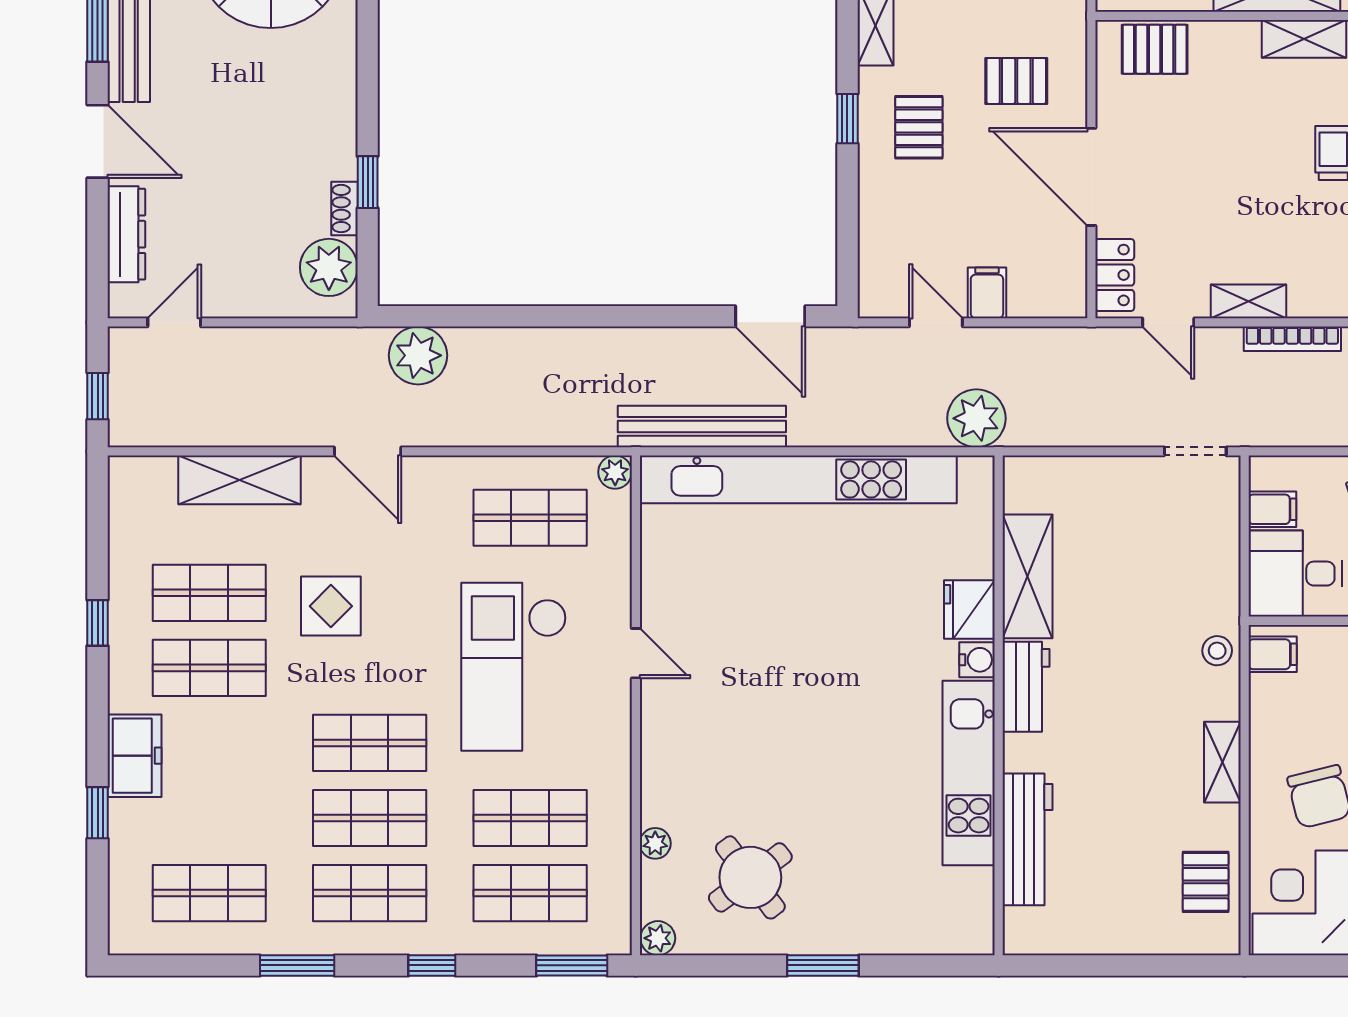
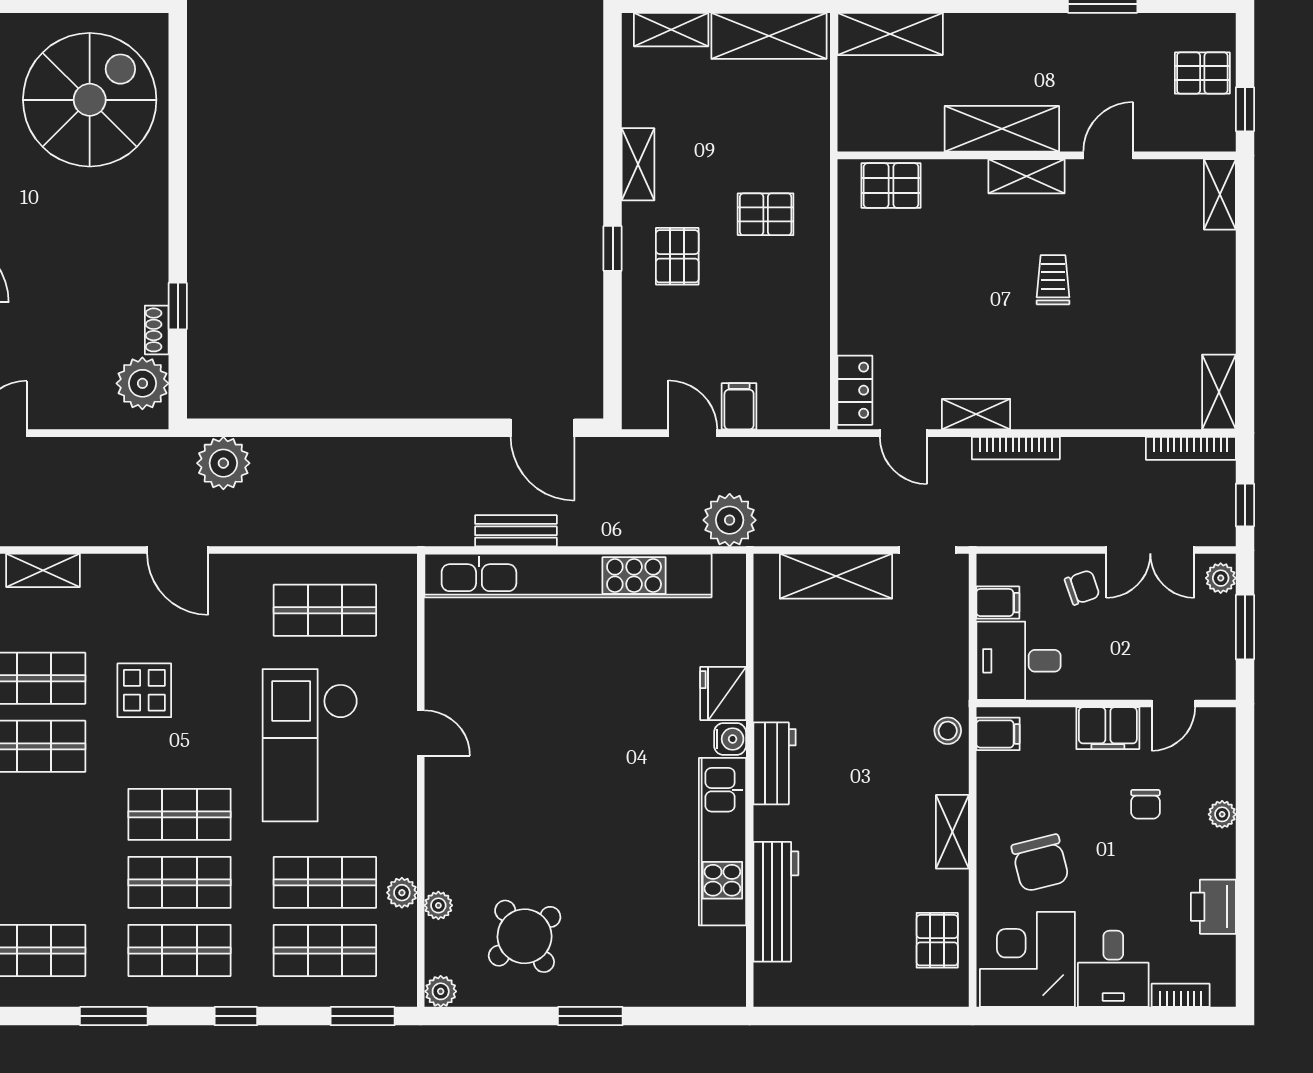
door: (1091, 177) -> (834, 301), removed
bench: (702, 426) -> (516, 531), width x0.54, depth x0.82
plant: (615, 472) -> (402, 893), moved
shelving: (239, 480) -> (43, 570), width x0.67, depth x0.75
shelving: (1027, 576) -> (836, 576), moved, turned 90

